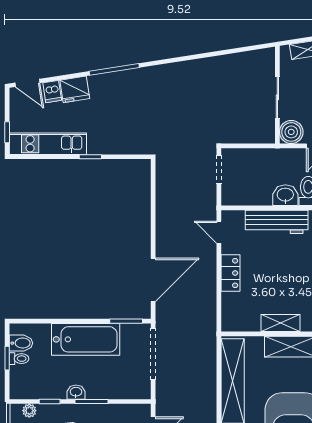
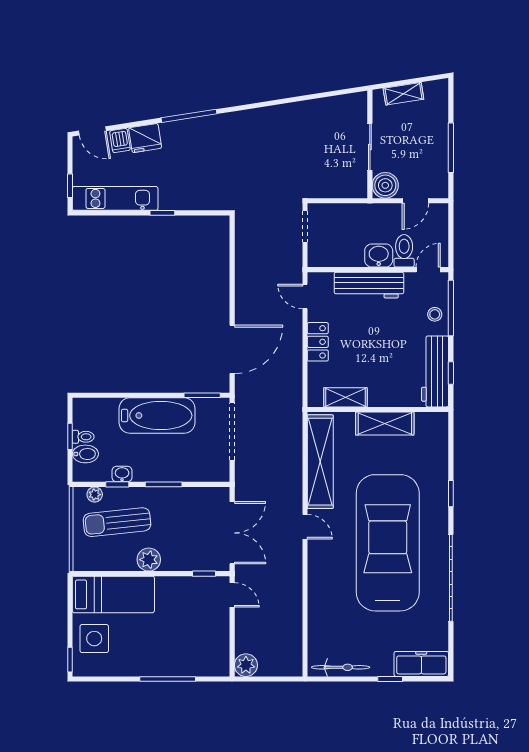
shelving: (281, 323) -> (346, 397), moved
bidet: (21, 343) -> (85, 454), moved
washbasin: (76, 392) -> (122, 474), moved

